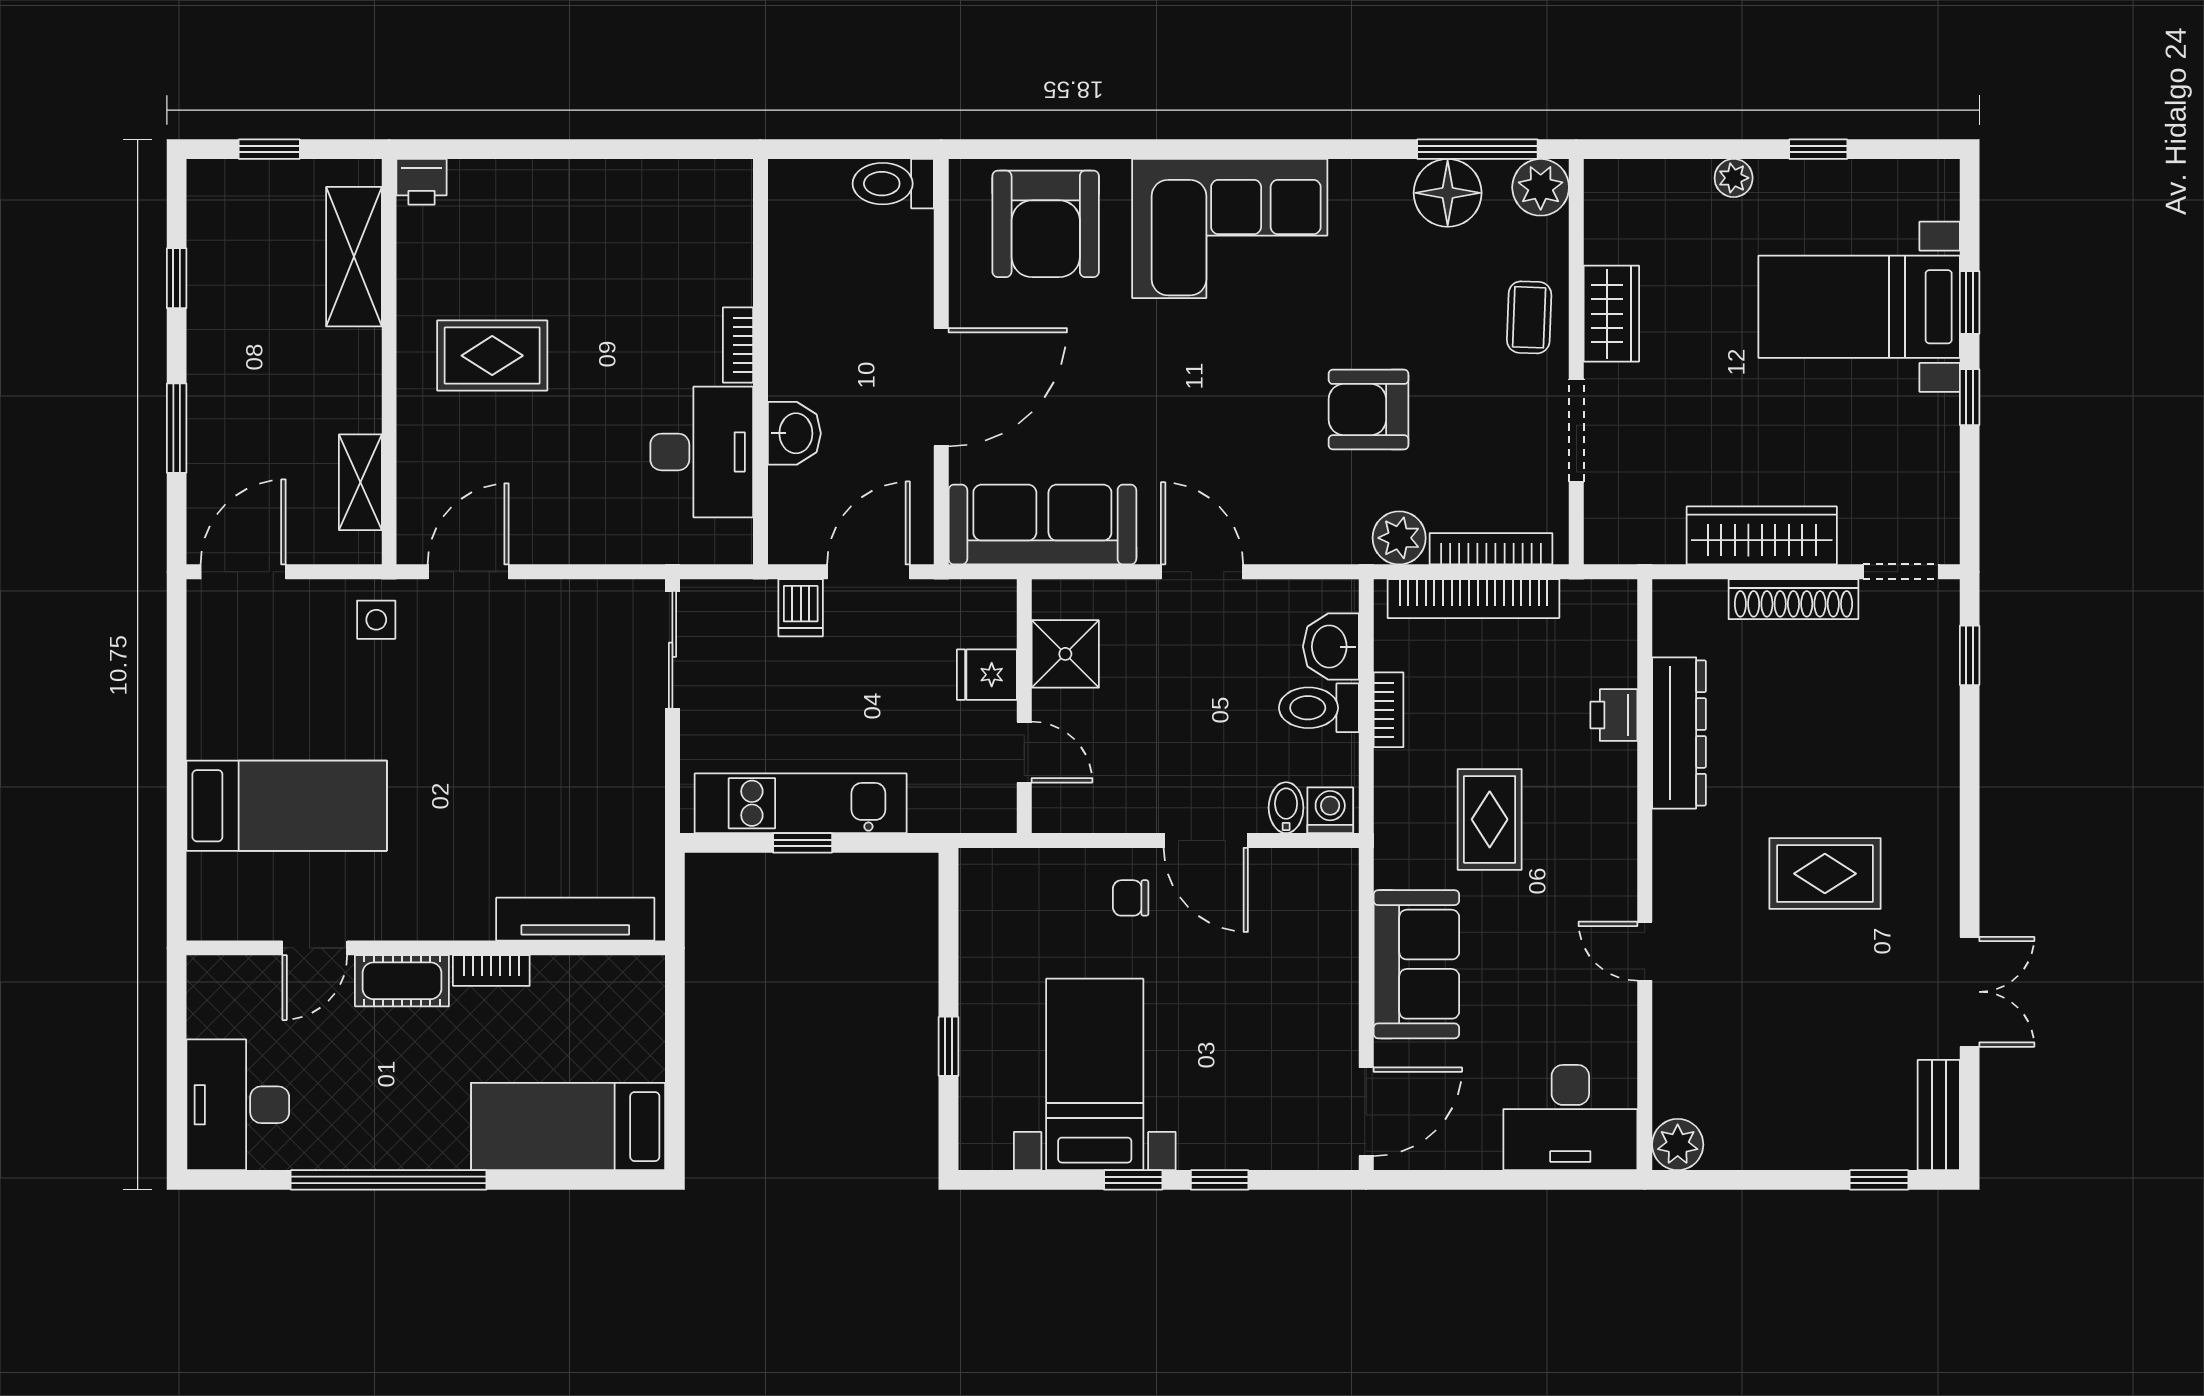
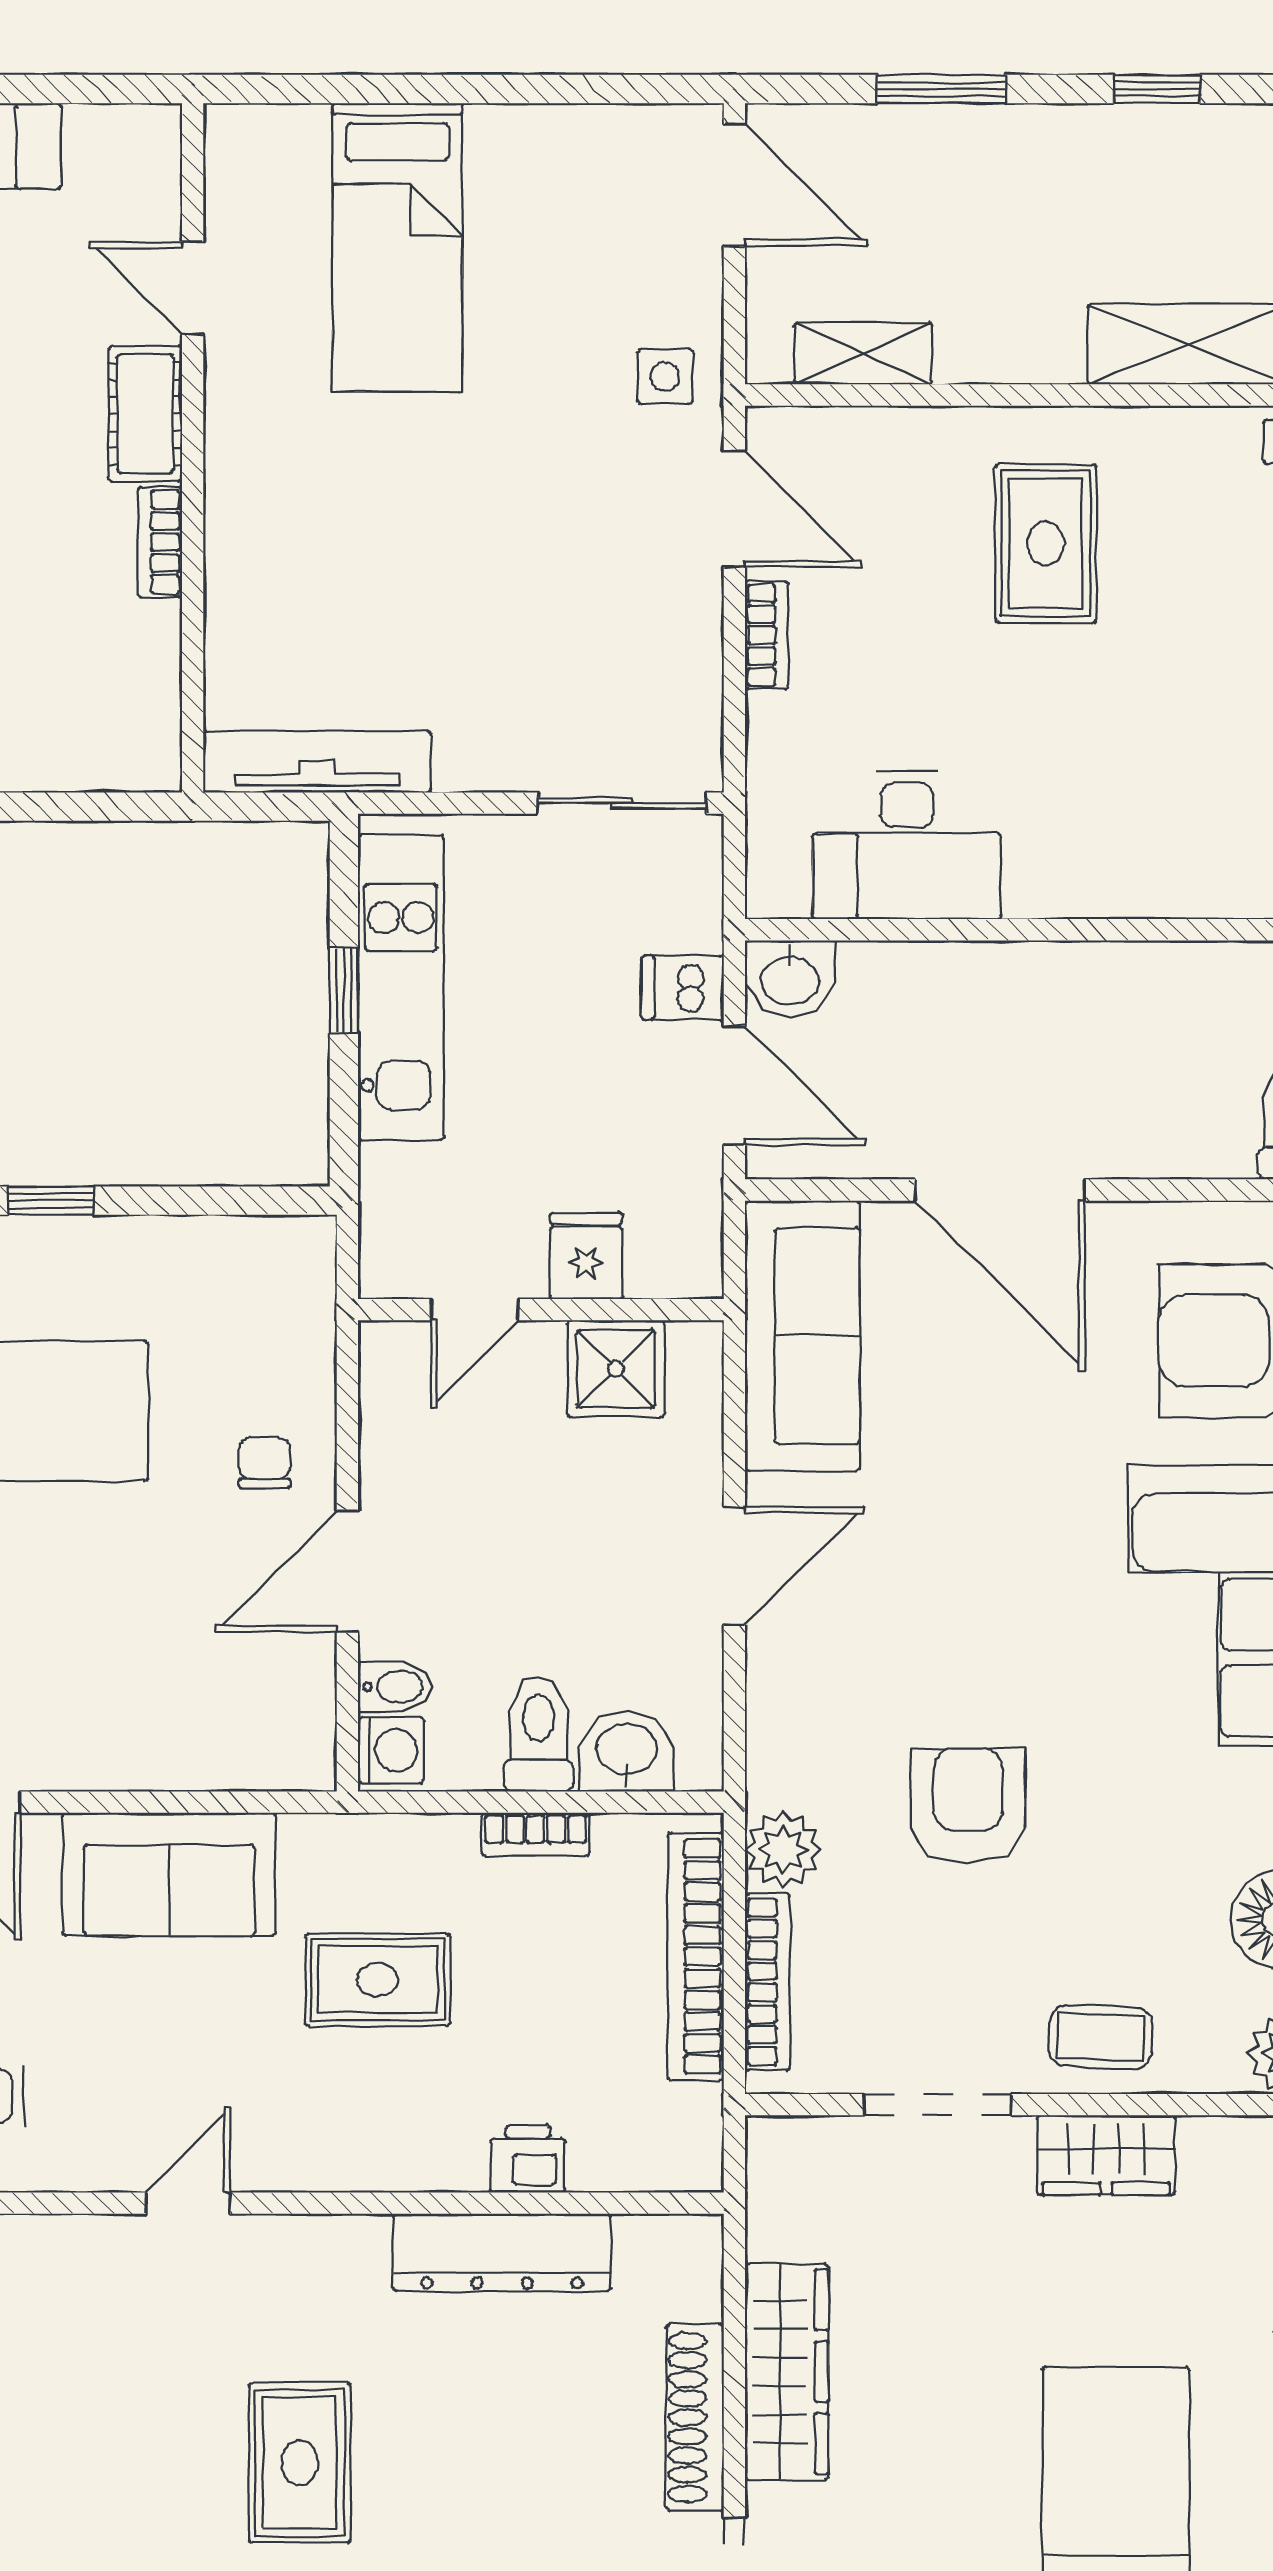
bookcase: (738, 345) -> (767, 635), moved, turned 90
washbasin: (794, 433) -> (790, 979), moved
tv unit: (575, 919) -> (317, 762), moved, turned -90

